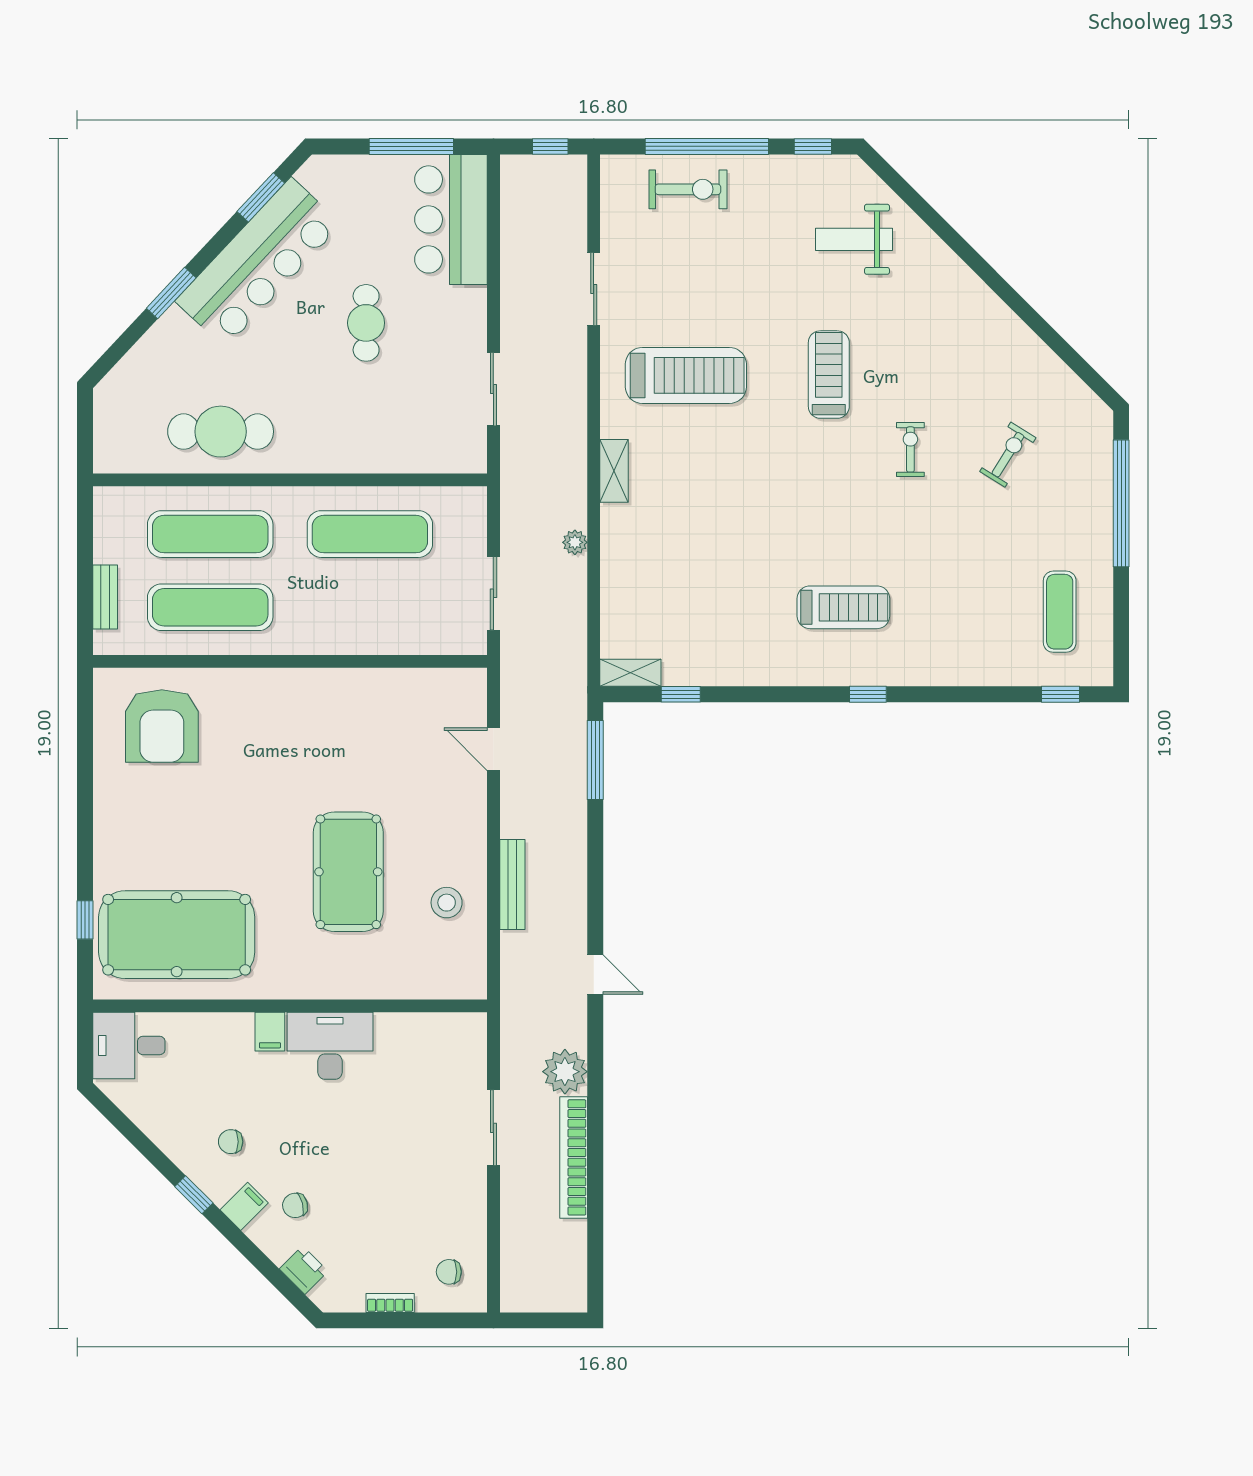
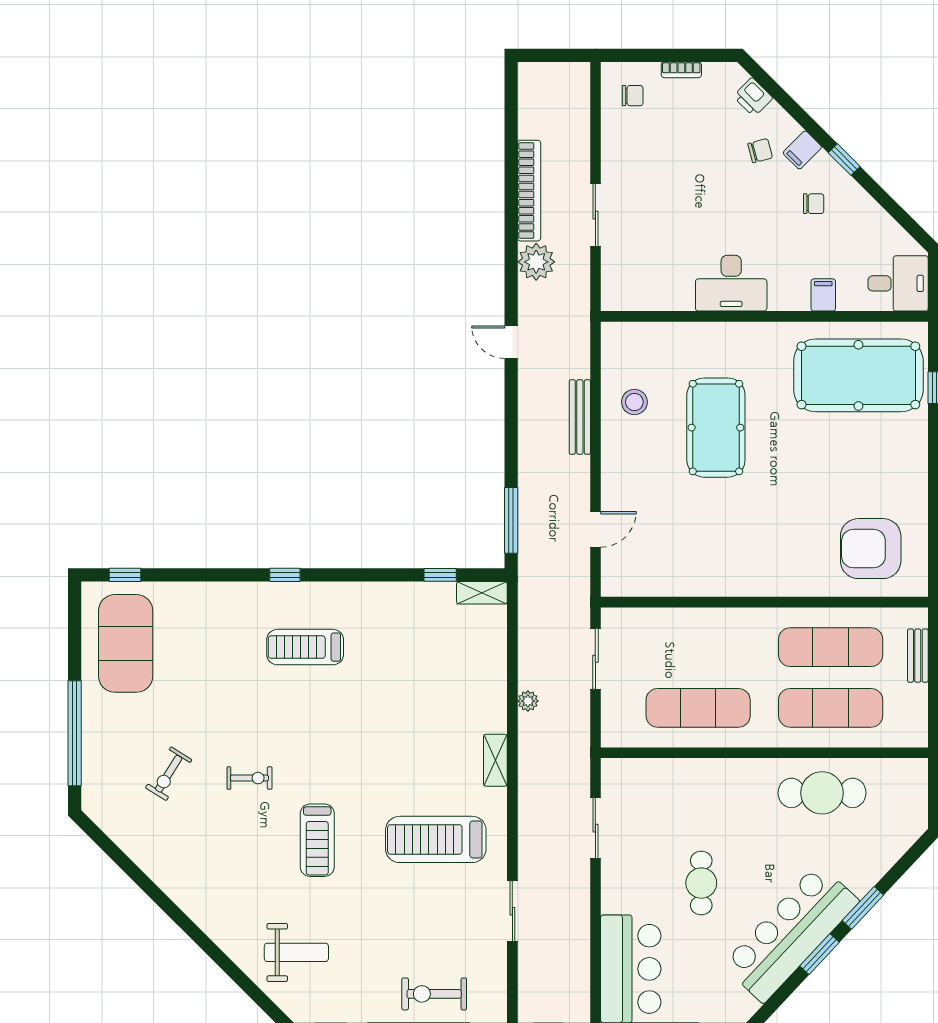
window: (261, 197) -> (820, 954), moved
exercise bike: (910, 449) -> (250, 778), turned -90
exercise mat: (1060, 612) -> (126, 643), width x2.00, depth x1.45
armchair: (162, 726) -> (871, 549), turned -90
door: (493, 749) -> (595, 529), hinge flipped
filing cabinet: (270, 1032) -> (823, 295), moved

